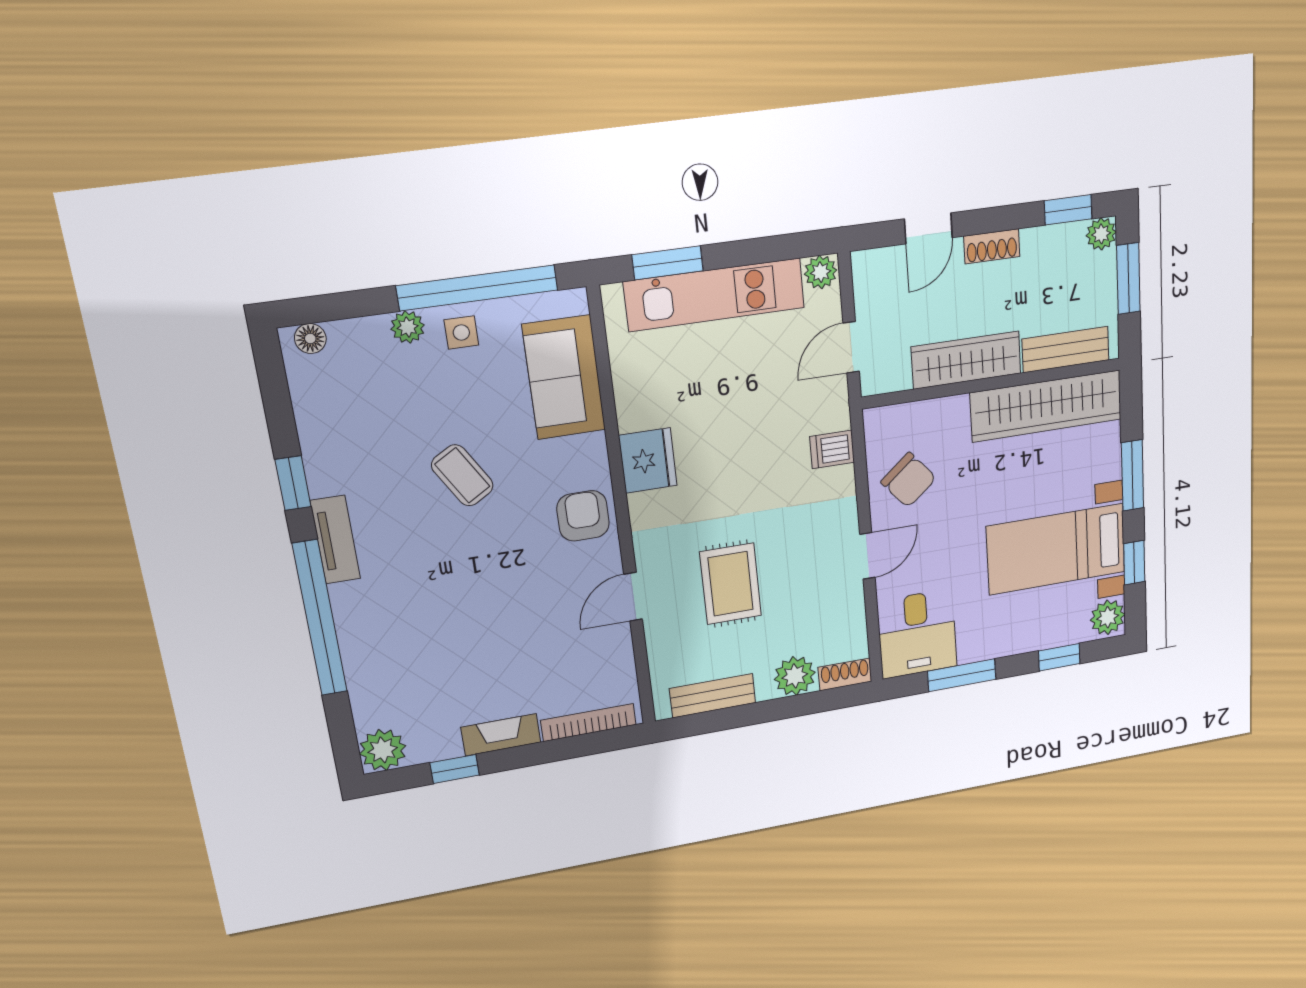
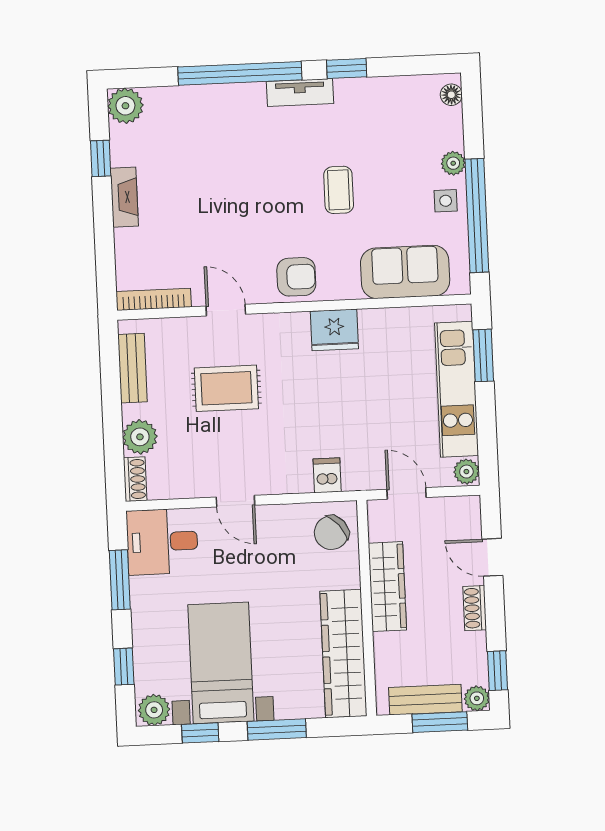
bench: (1066, 350) -> (425, 700), moved, turned 90
coffee table: (462, 475) -> (339, 190), turned -59
chair: (909, 480) -> (331, 533), moved
bookcase: (588, 722) -> (154, 299), moved, turned -90

